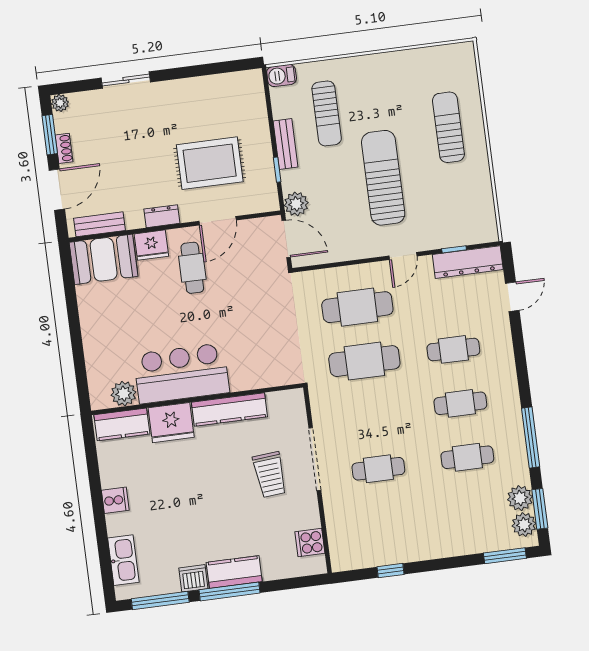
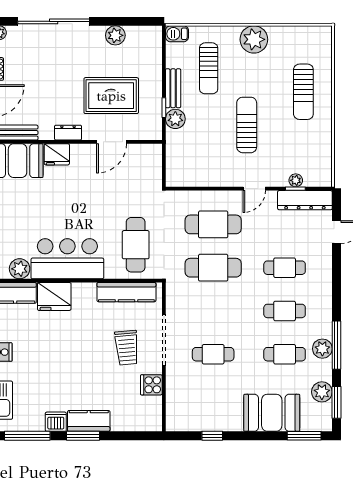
plant: (378, 70) -> (254, 39), added
sliding door: (126, 80) -> (54, 21), width x1.86
plant: (205, 87) -> (115, 35), added
sun lounger: (448, 127) -> (303, 92), turned 180
sun lounger: (383, 178) -> (247, 125), width x0.73, depth x0.75
plant: (296, 204) -> (175, 119), moved
door: (286, 239) -> (164, 163), removed
plant: (453, 239) -> (296, 180), added
cafe table: (192, 268) -> (136, 245), moved, width x1.37, depth x1.35
kitchen counter: (229, 409) -> (126, 292), moved
plant: (524, 525) -> (322, 349), moved
booth: (461, 532) -> (272, 413), added
cooker: (310, 543) -> (151, 385), moved
window: (229, 591) -> (83, 436), width x0.69

